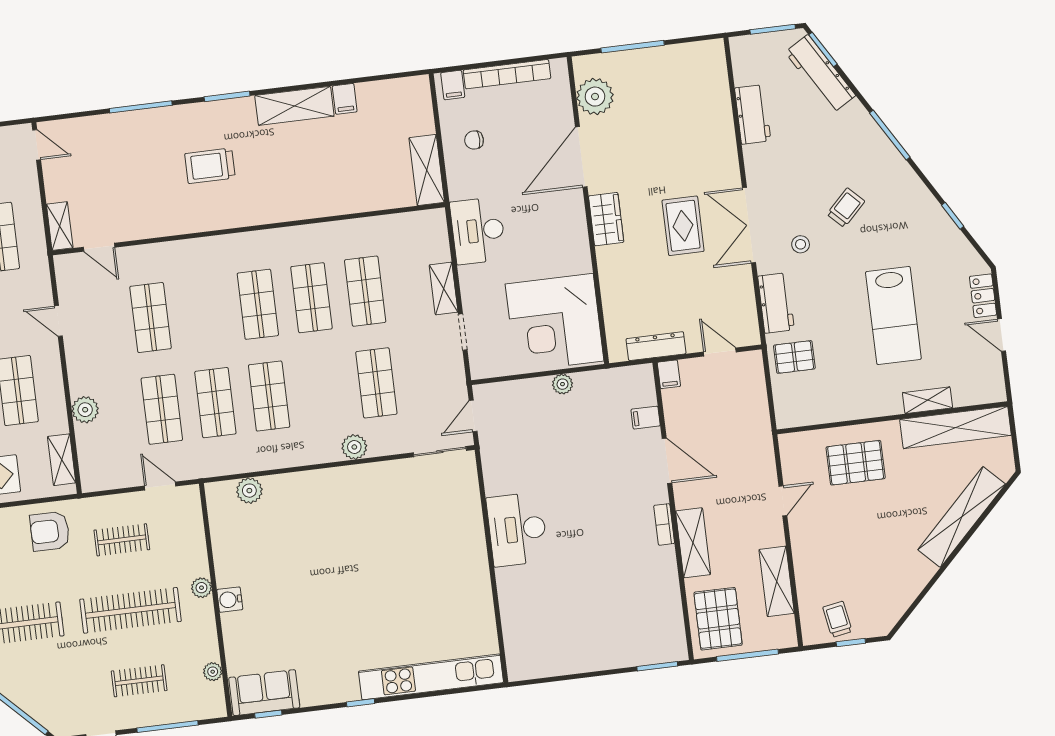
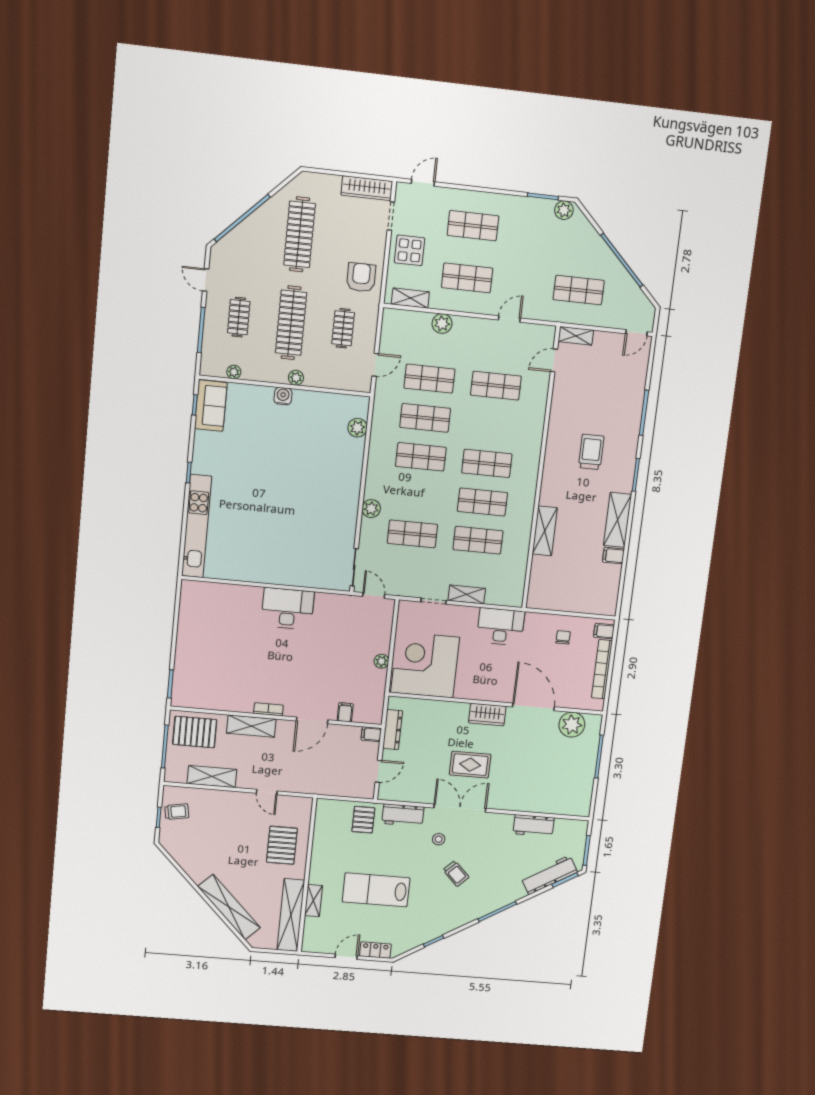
shelving: (427, 170) -> (545, 531), moved, turned 90

